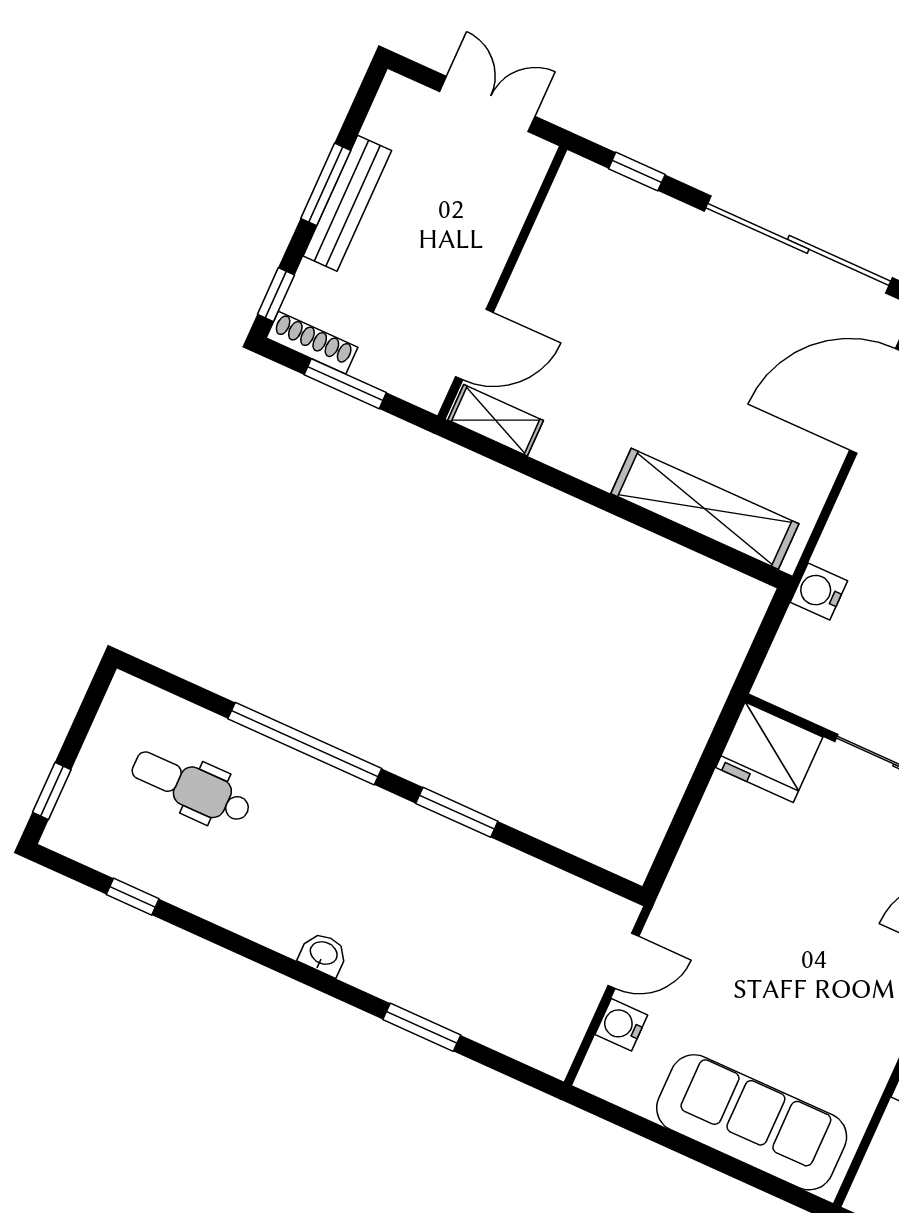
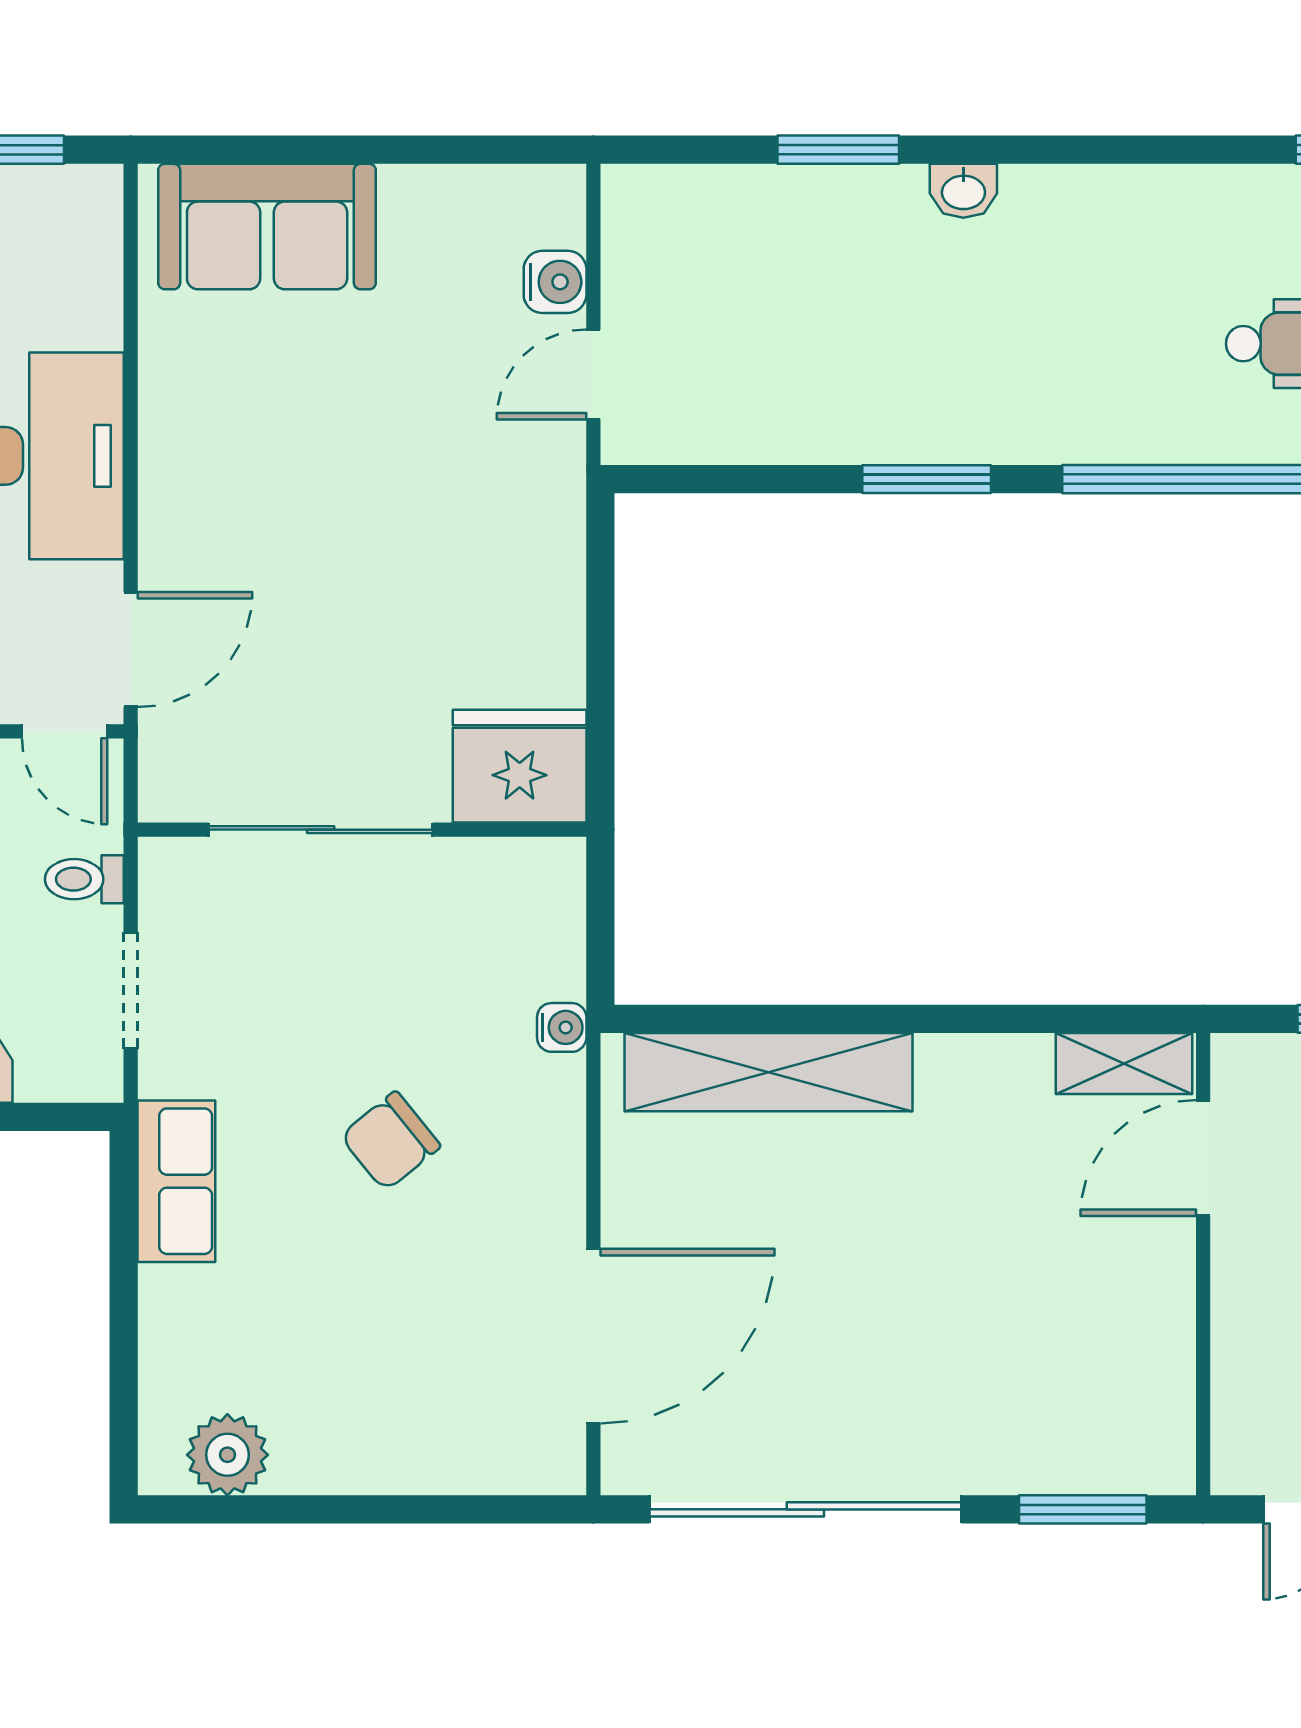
window: (637, 172) -> (1083, 1509), width x1.50
water cooler: (819, 591) -> (562, 1027), width x0.72, depth x0.72
washbasin: (323, 954) -> (963, 191), moved
sofa: (752, 1122) -> (267, 227), width x0.73

